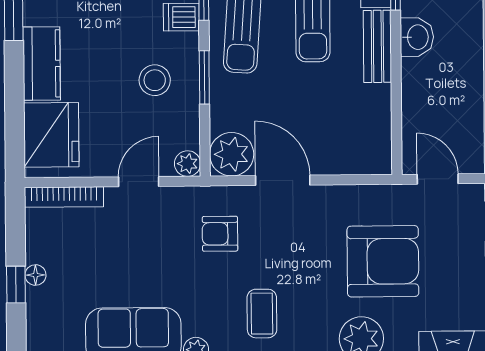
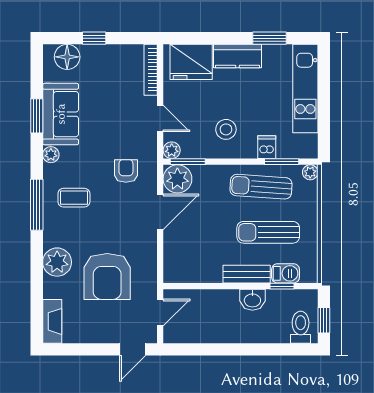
window: (204, 77) -> (188, 162), moved
floor lamp: (35, 275) -> (67, 57), moved, width x1.89, depth x1.89

